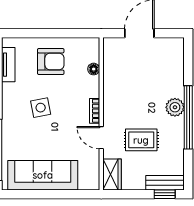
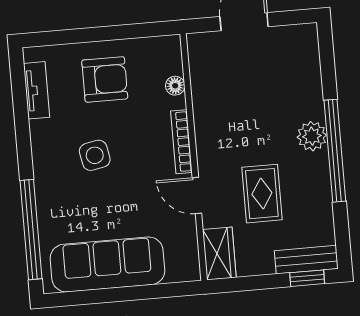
bookcase: (95, 111) -> (181, 142), width x1.56
rug: (141, 140) -> (262, 194), turned 90

